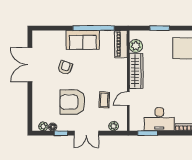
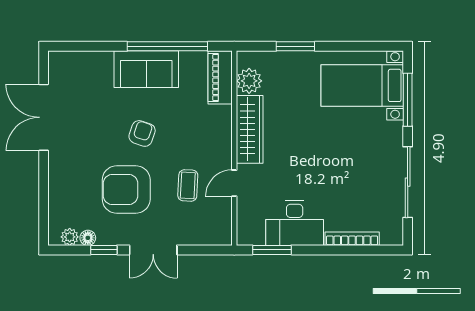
armchair: (65, 68) -> (142, 133), moved
plant: (114, 126) -> (206, 236), removed

